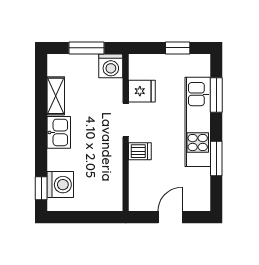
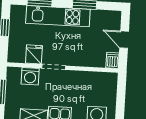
washing machine: (111, 66) -> (30, 76), moved, turned 90
dishwasher: (140, 151) -> (113, 60), moved

